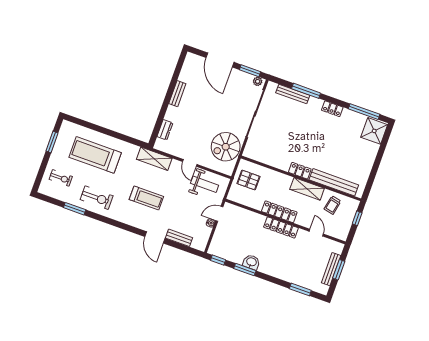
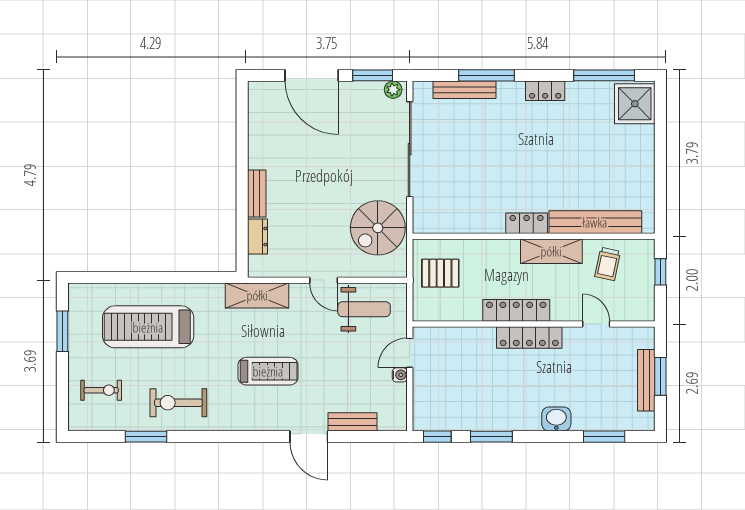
bench: (177, 94) -> (257, 194), moved
exercise bike: (97, 198) -> (178, 403), turned 180
washbasin: (251, 262) -> (556, 419), moved

